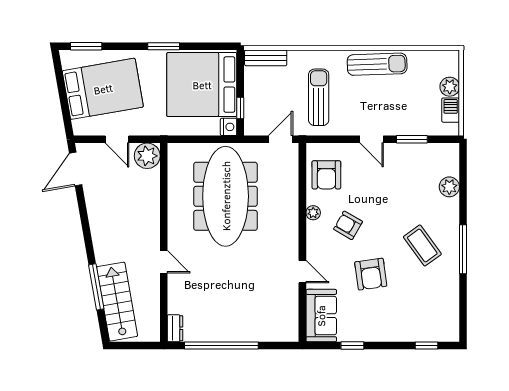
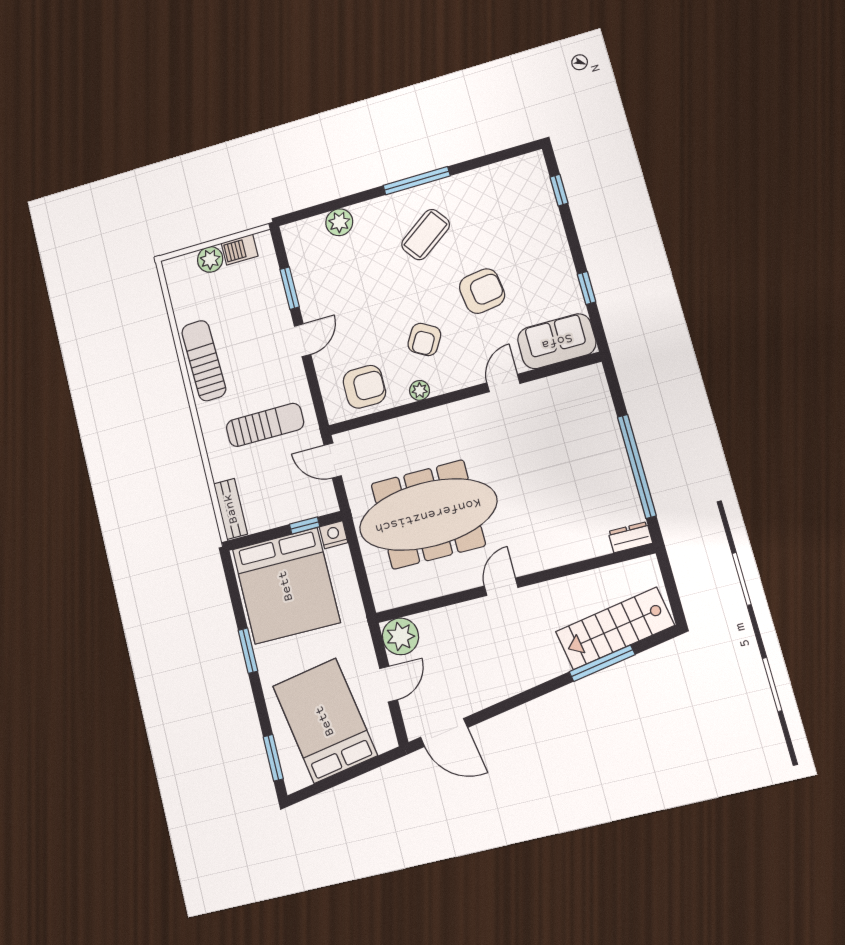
sun lounger: (319, 97) -> (265, 425), turned 180
door: (164, 262) -> (501, 587), moved

